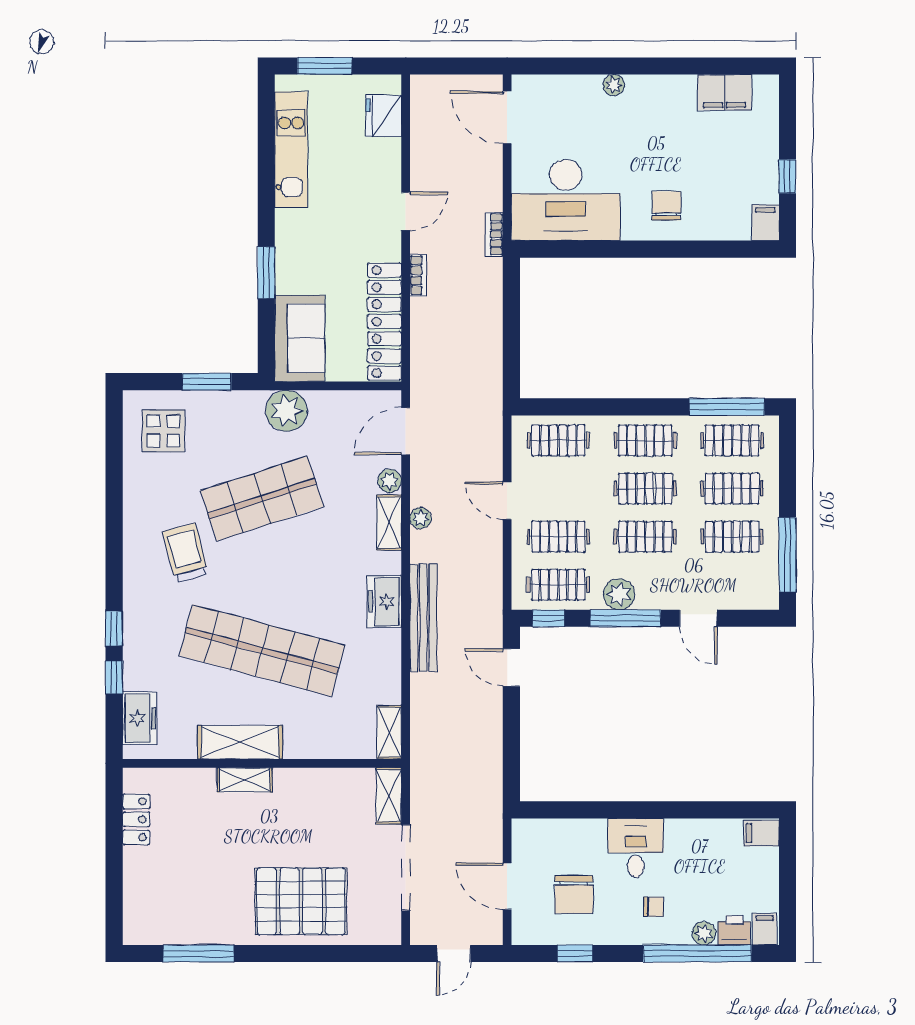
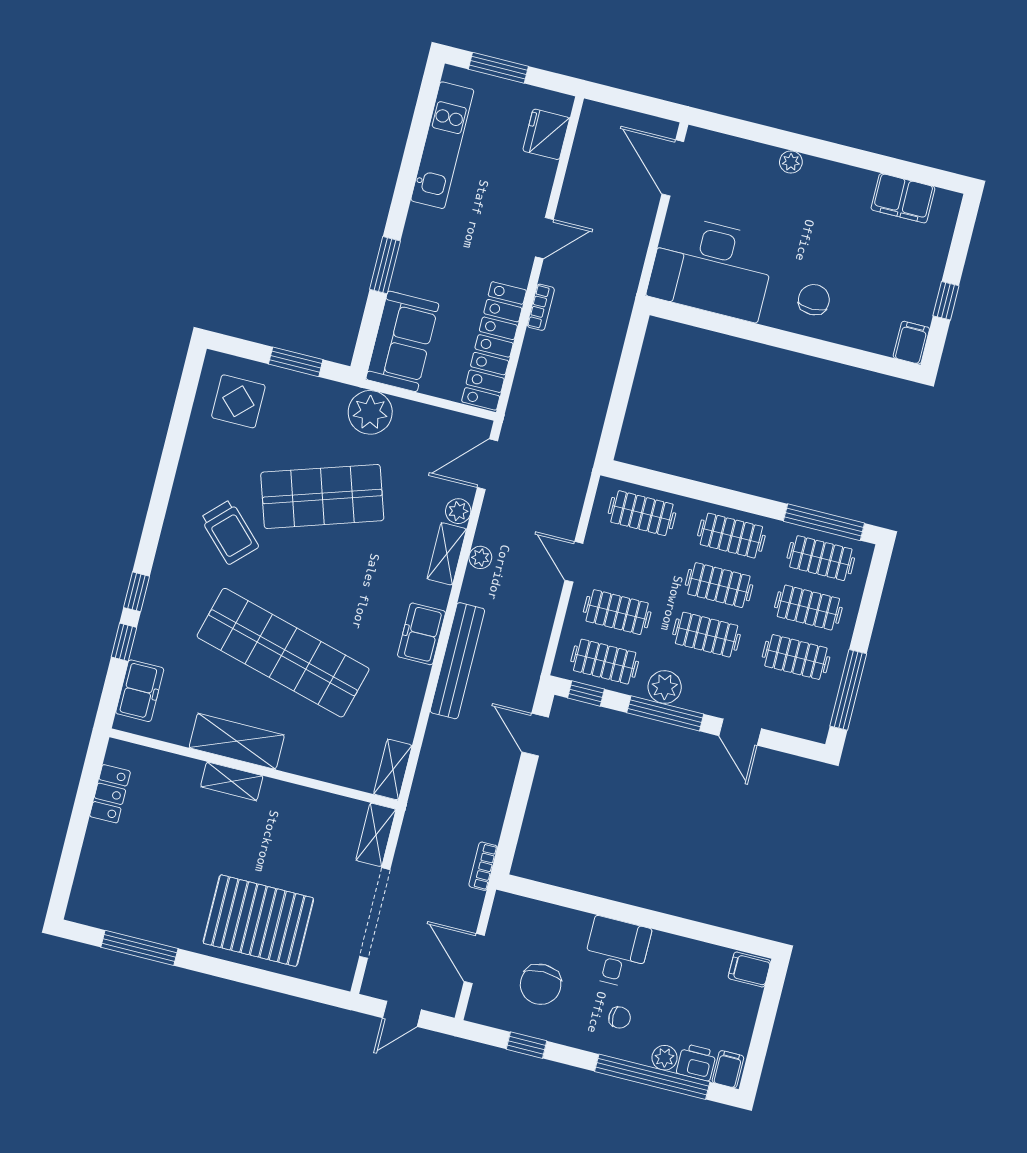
bookcase: (494, 234) -> (483, 866), moved
trolley: (185, 553) -> (230, 532), turned 150

